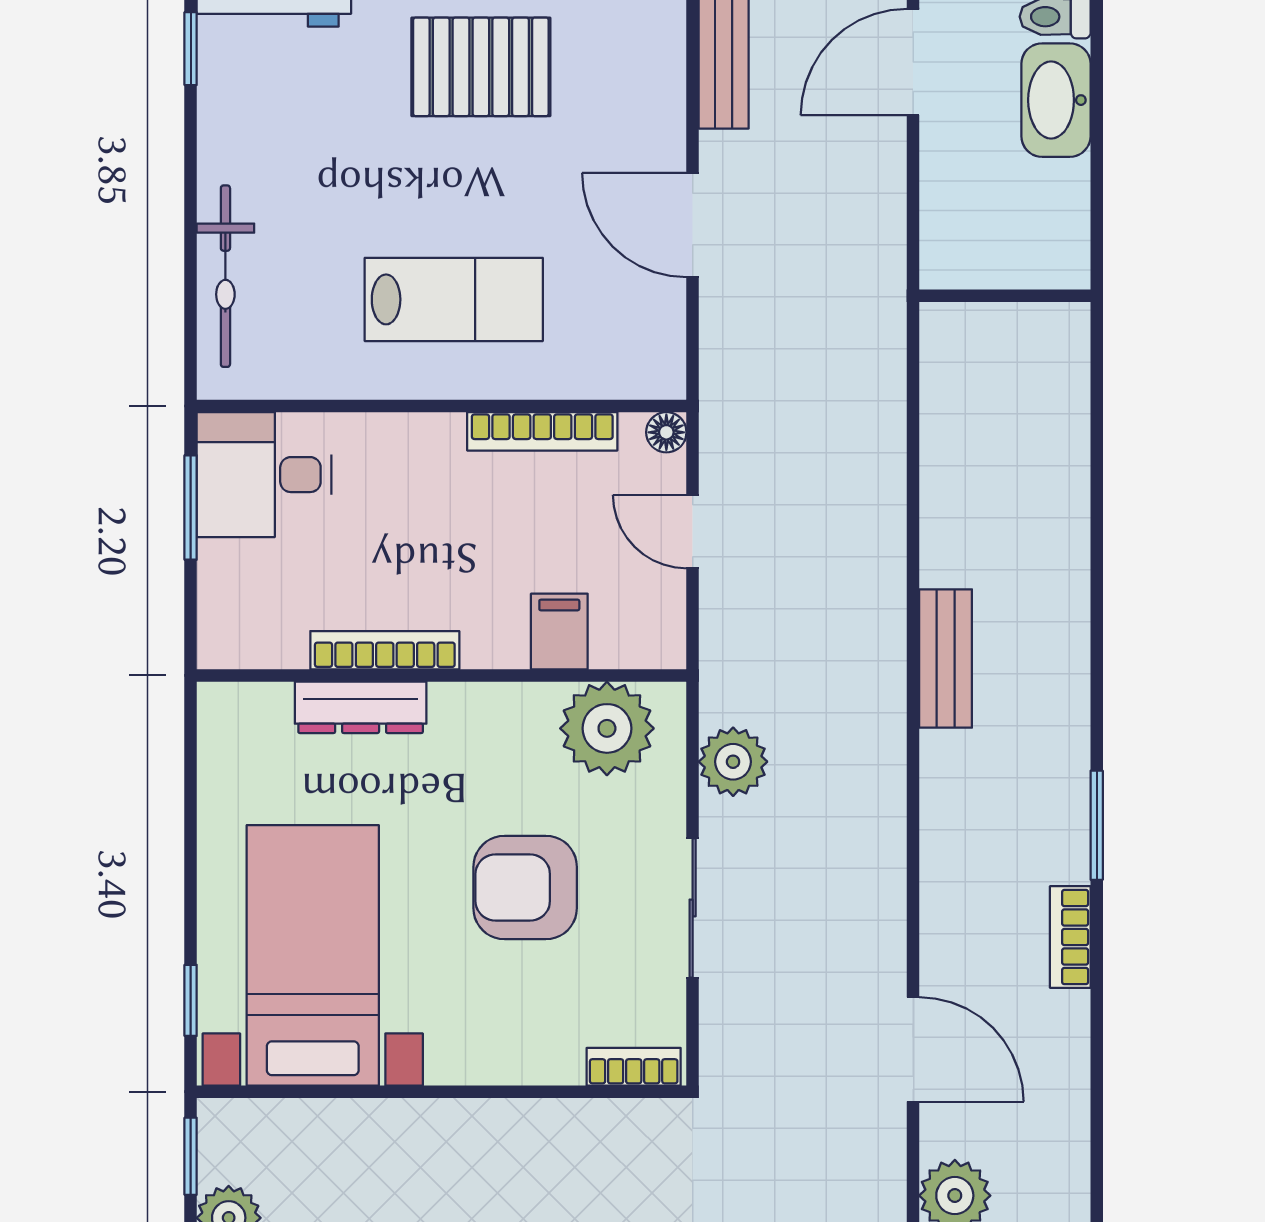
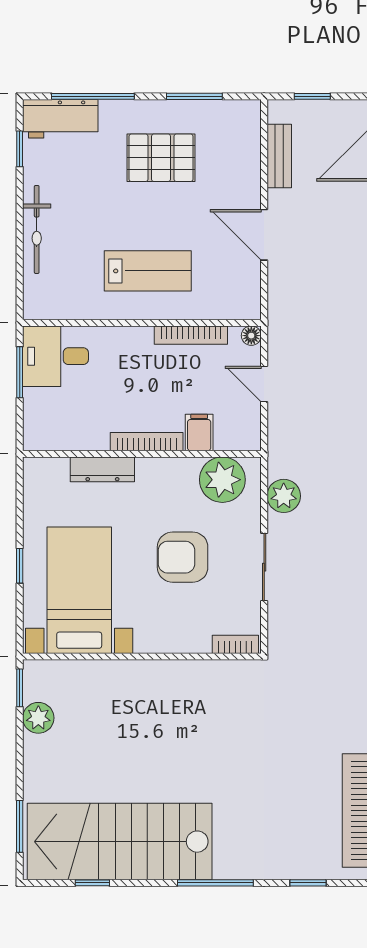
bicycle: (225, 276) -> (37, 229), moved
bookcase: (385, 650) -> (147, 442), moved
window: (191, 1000) -> (20, 566), moved

